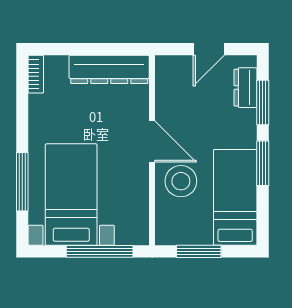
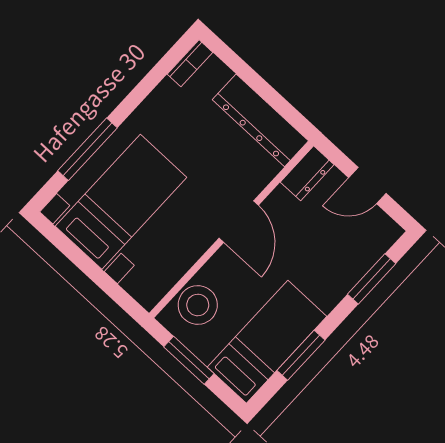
dresser: (246, 88) -> (307, 173), moved, turned 180
window: (263, 163) -> (301, 355), moved
stool: (181, 181) -> (198, 305), moved
window: (100, 251) -> (99, 277), removed

